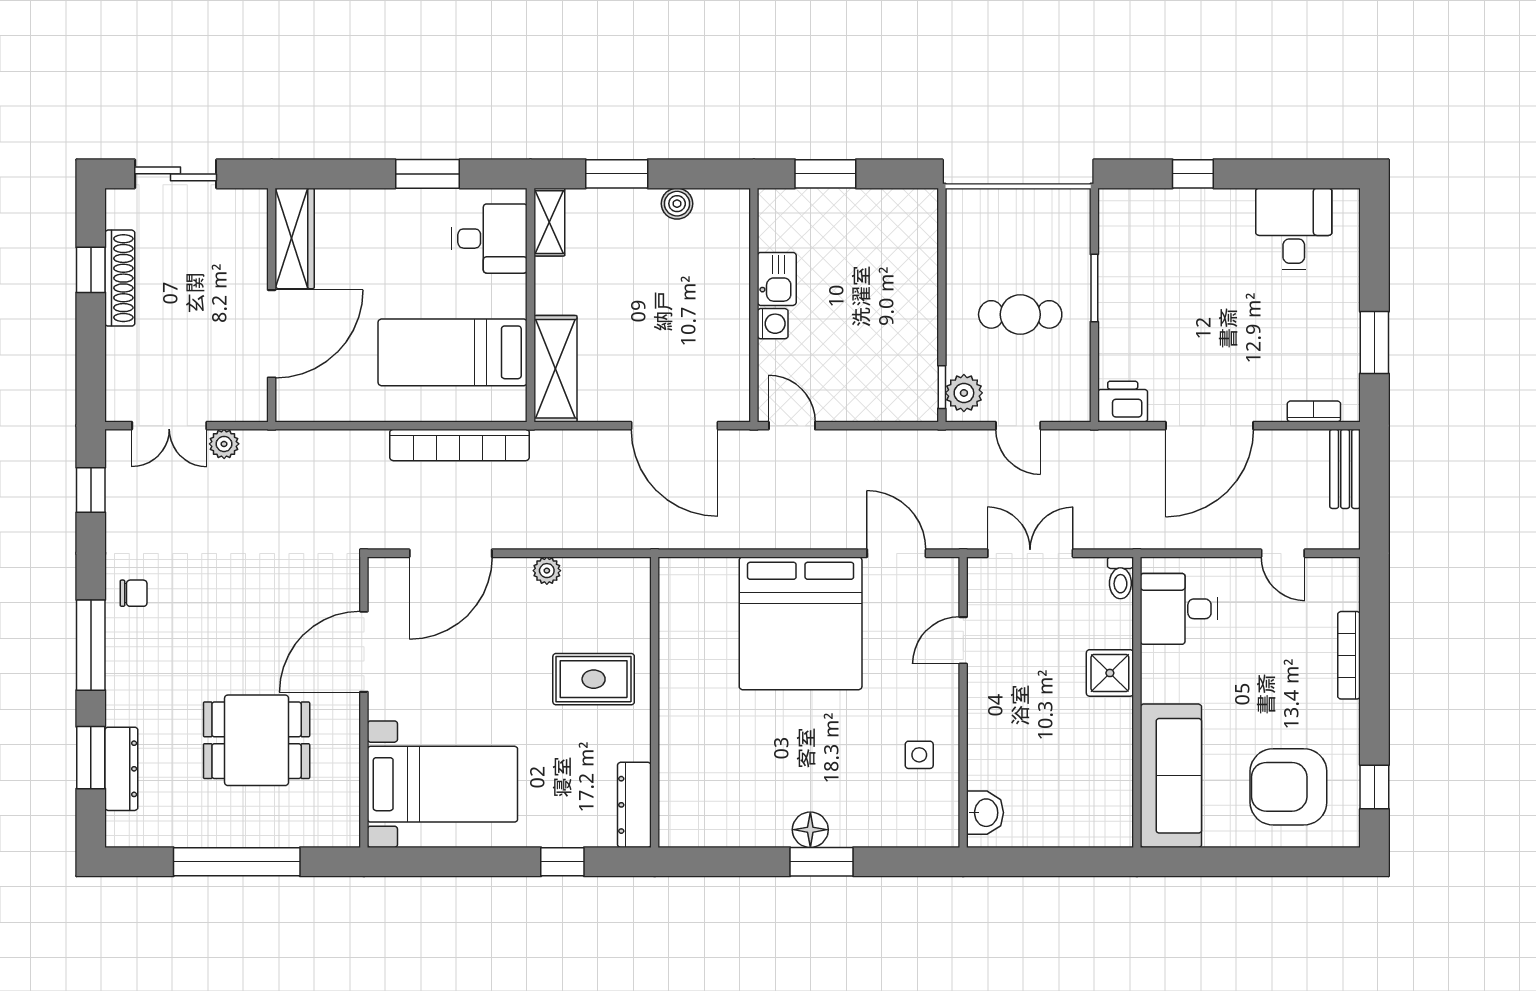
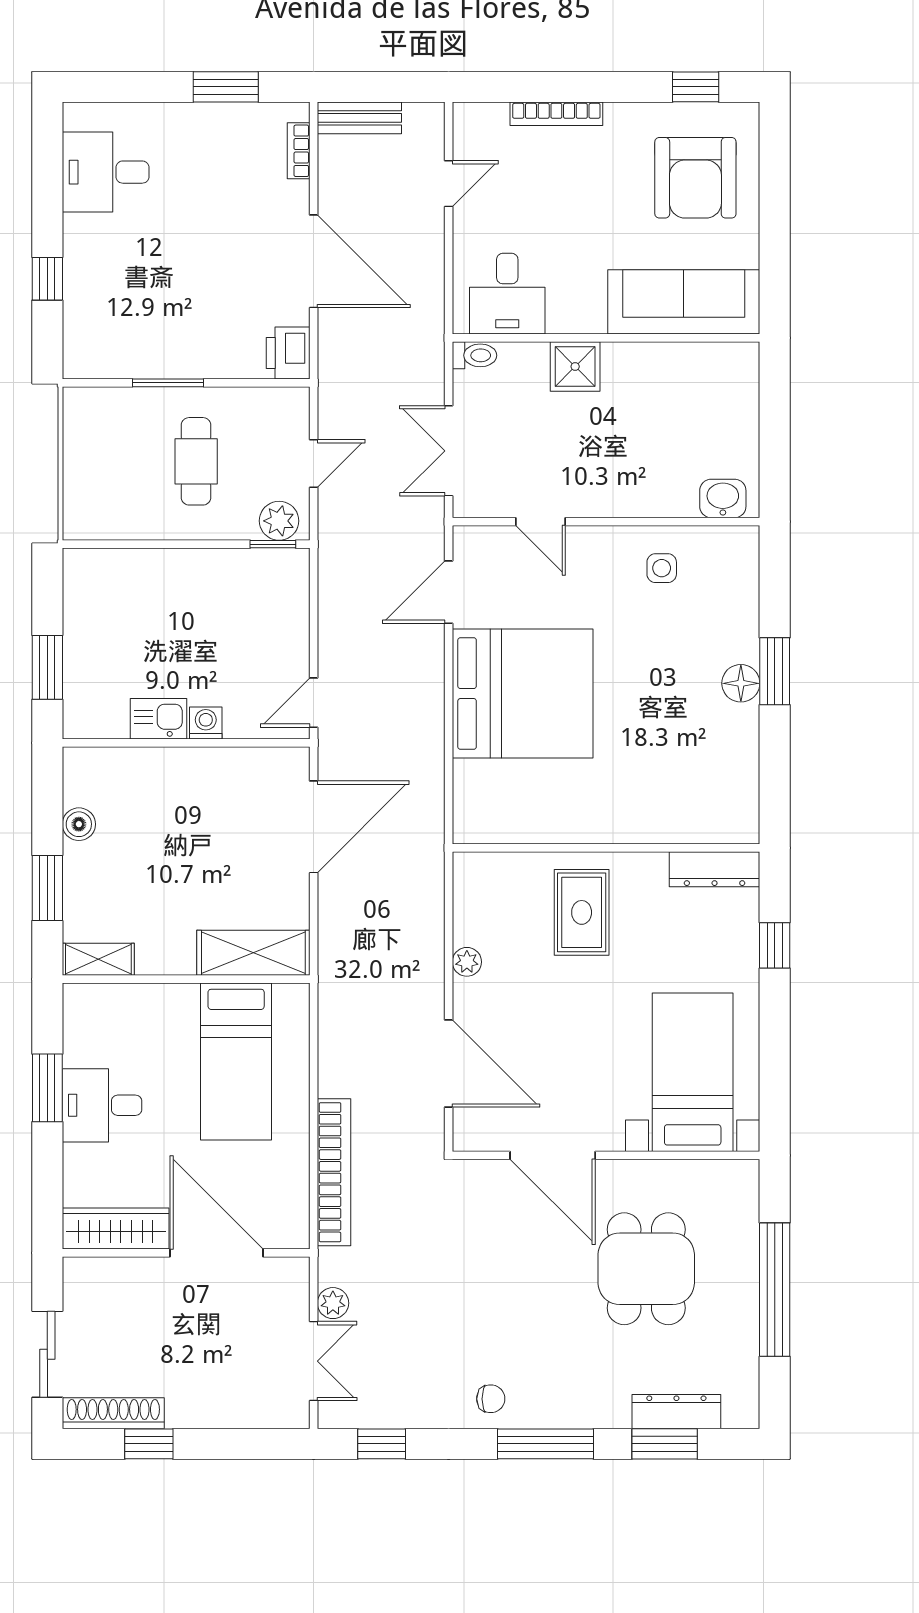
desk: (489, 239) -> (102, 1105), moved, turned -90
shoe rack: (120, 278) -> (113, 1413), moved
bookcase: (460, 445) -> (334, 1172), moved
chair: (134, 593) -> (491, 1399), turned 90

